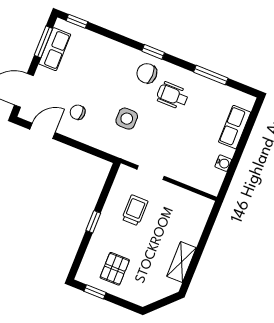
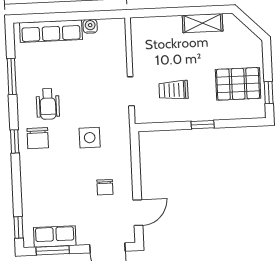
row of seats: (235, 127) -> (51, 31), width x1.48
door: (42, 131) -> (138, 213), swing flipped
pallet: (115, 269) -> (238, 84), width x1.50, depth x1.42

